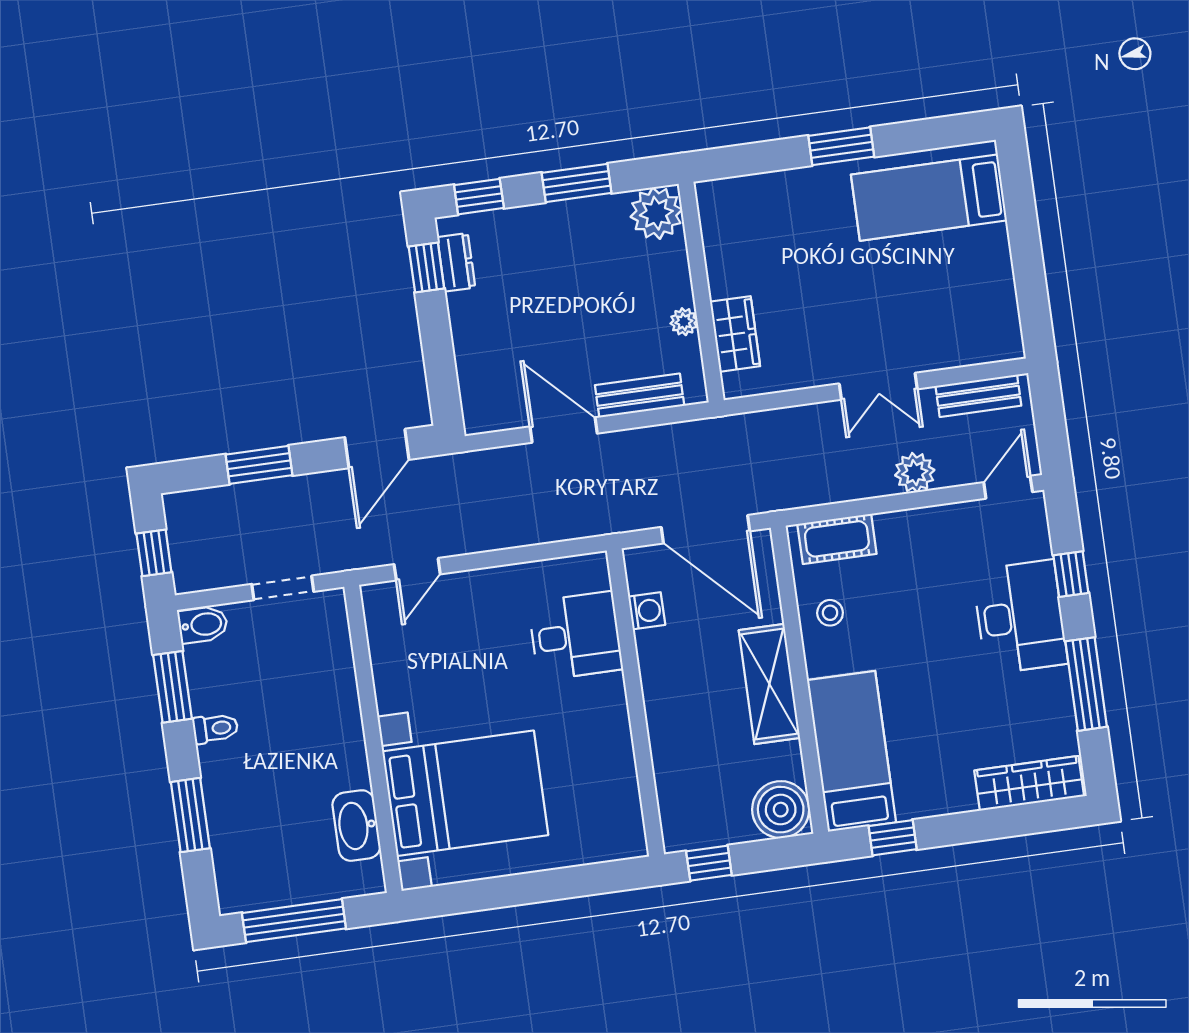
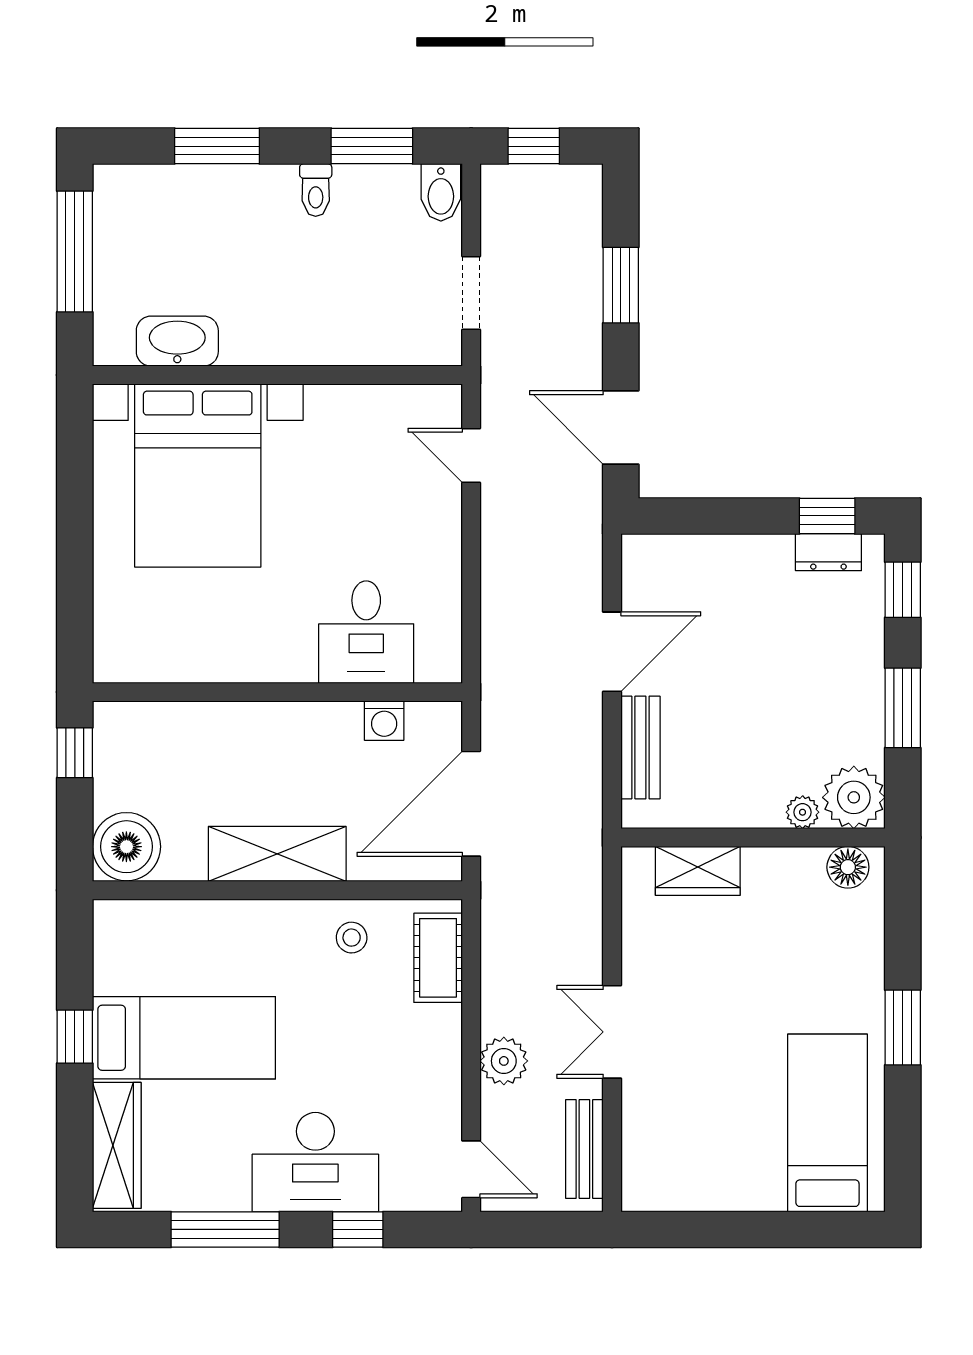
floor lamp: (715, 210) -> (848, 867), added
plant: (684, 322) -> (803, 812), moved
bed: (852, 751) -> (184, 1038), moved
window: (893, 838) -> (75, 1037), moved

